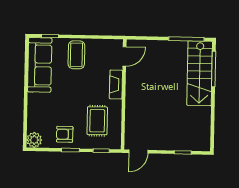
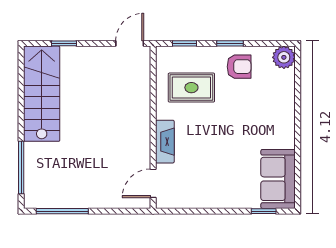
coffee table: (76, 55) -> (224, 184), removed
sofa: (40, 65) -> (278, 179), width x0.73
stairs: (200, 73) -> (42, 94), moved
rug: (97, 121) -> (191, 88), turned 90

